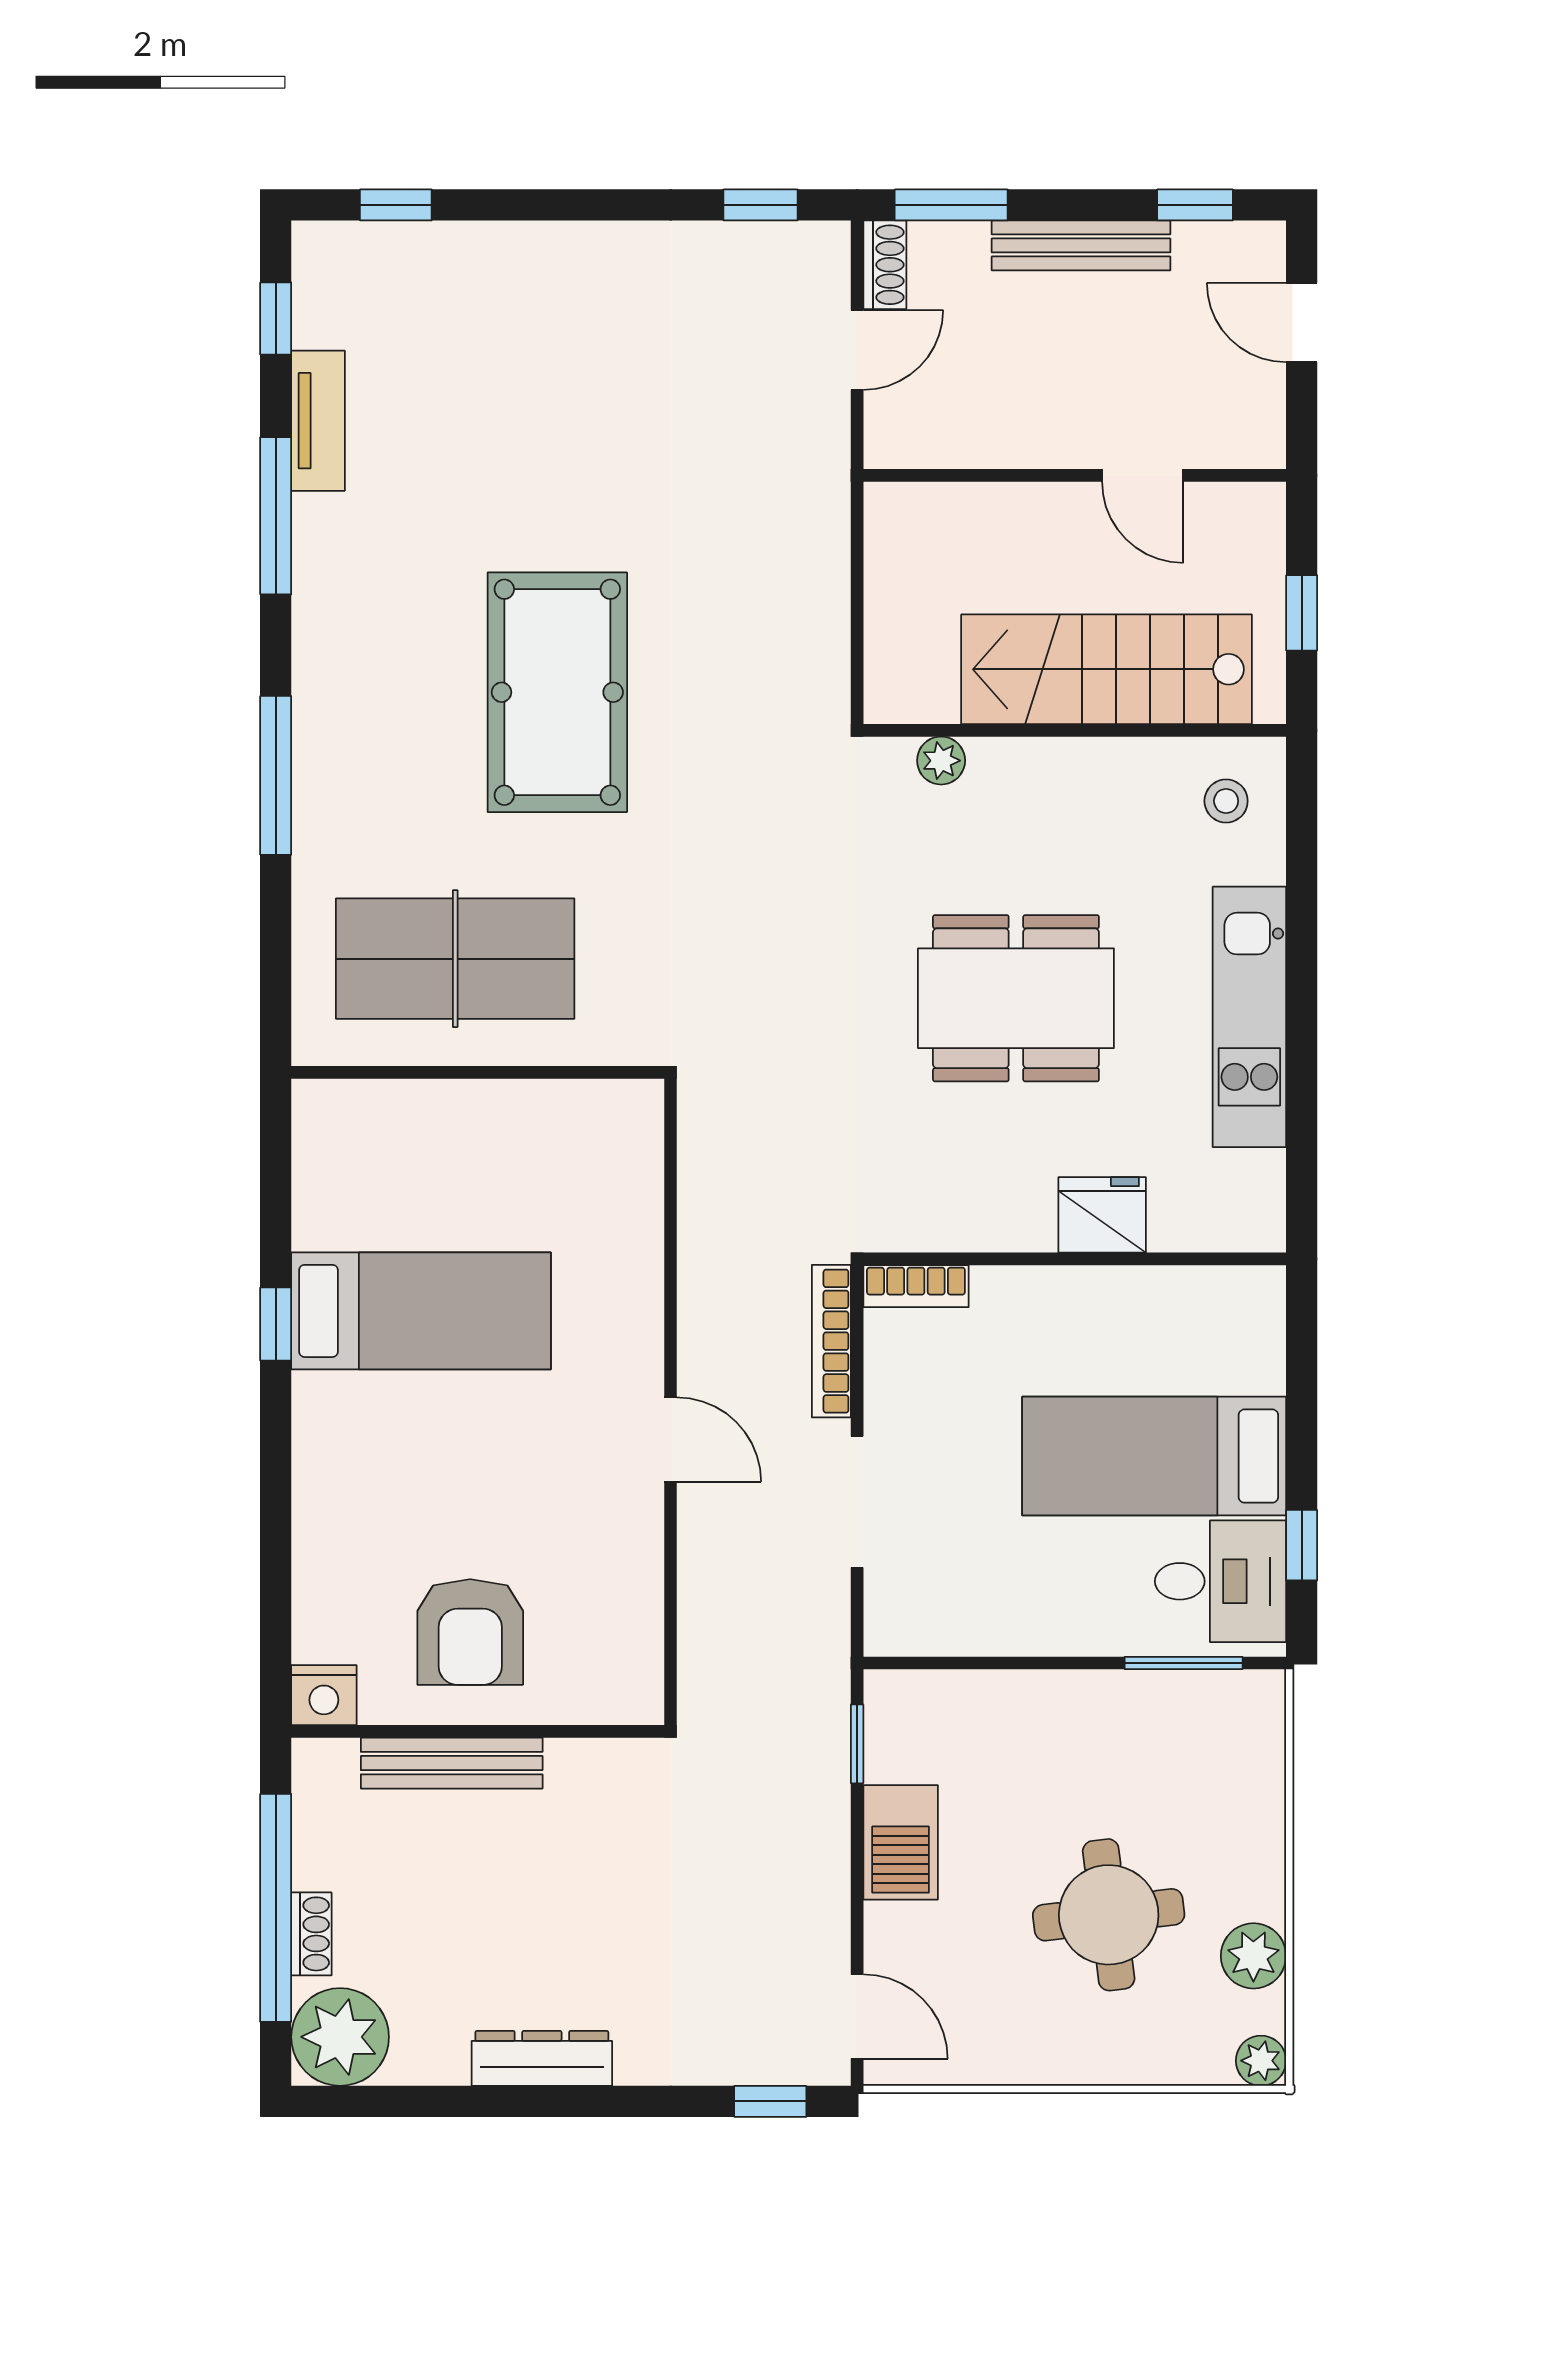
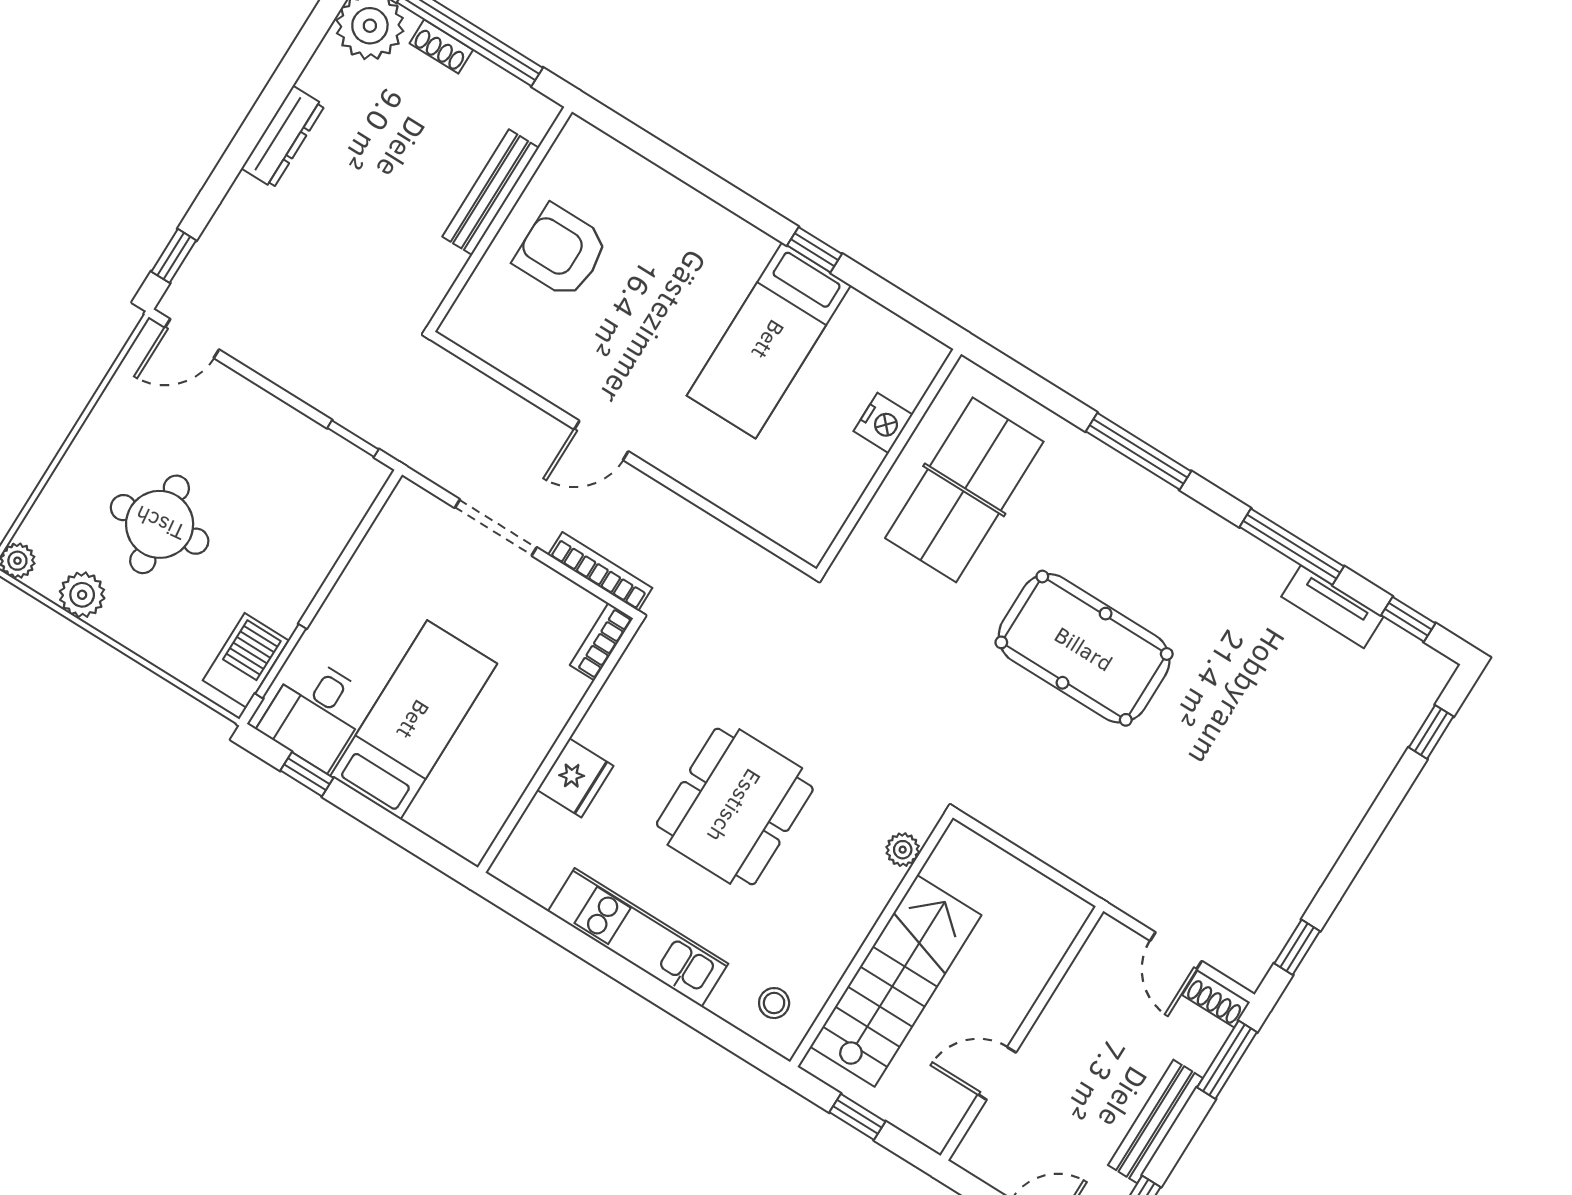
nightstand: (324, 1695) -> (883, 423), moved, turned 180
barbecue: (901, 1842) -> (246, 660), moved, turned 90

